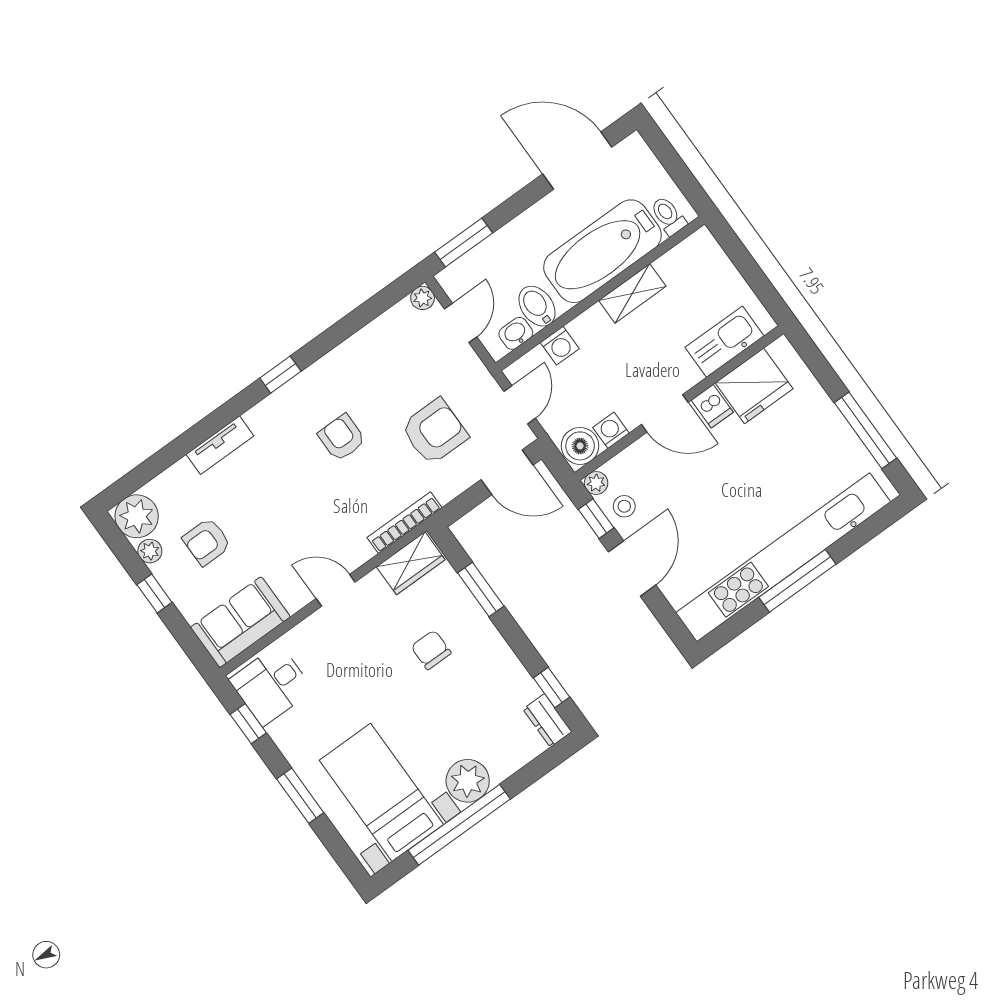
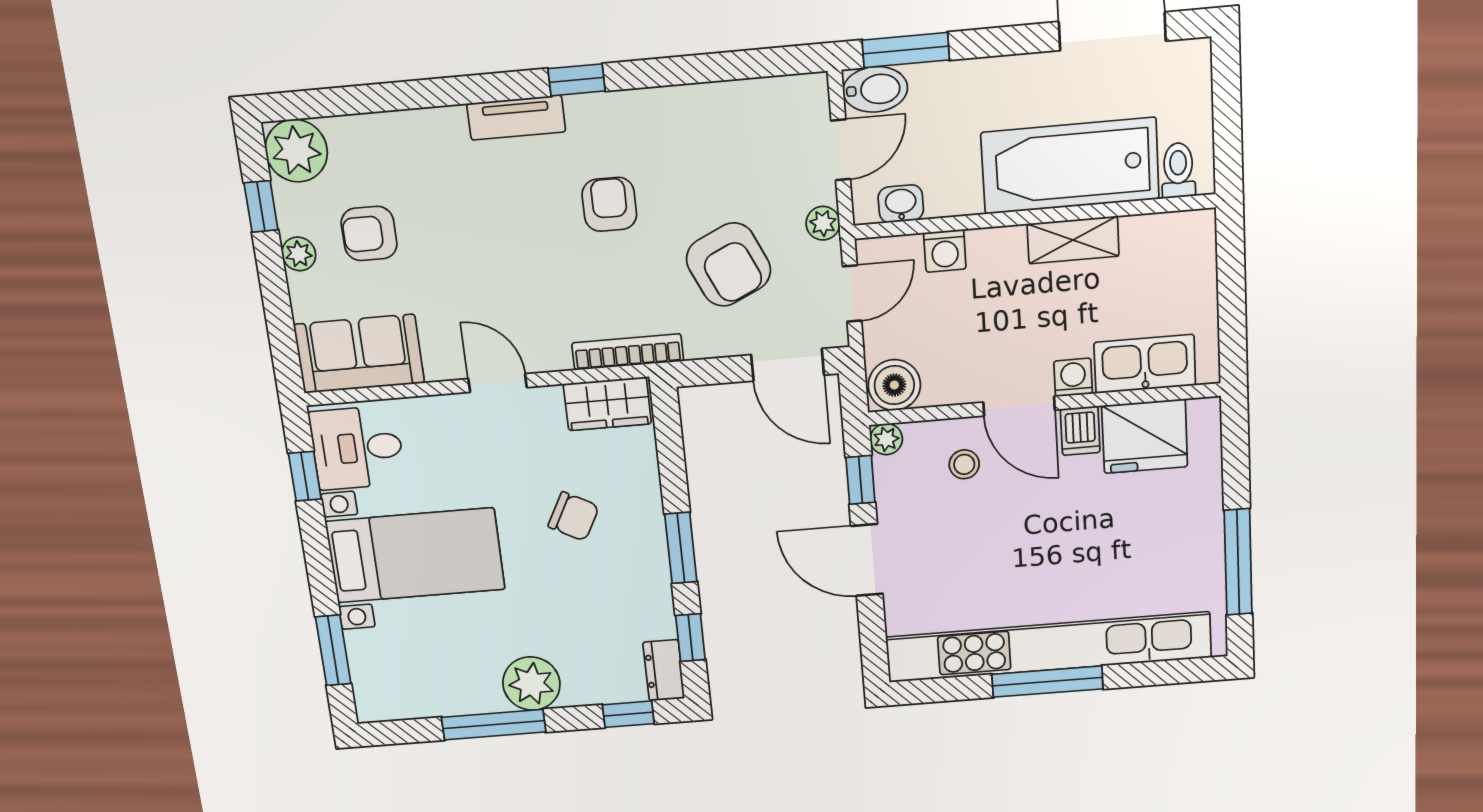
plant: (423, 298) -> (823, 223), moved
bidet: (537, 306) -> (875, 89), moved, turned 90
washing machine: (611, 430) -> (1073, 377), moved
armchair: (434, 432) -> (729, 265), turned 65
tv unit: (220, 445) -> (516, 118), moved
stool: (624, 506) -> (964, 464), moved
plant: (150, 551) -> (299, 254), moved
door: (632, 568) -> (867, 560), swing flipped
window: (481, 590) -> (681, 548), moved
window: (154, 594) -> (261, 206), moved
chair: (431, 650) -> (574, 516), turned 118
window: (542, 765) -> (628, 714), added
bed with nightstands: (381, 792) -> (415, 555), moved, turned 90
window: (300, 796) -> (333, 650), moved
window: (459, 825) -> (494, 725), width x0.68

